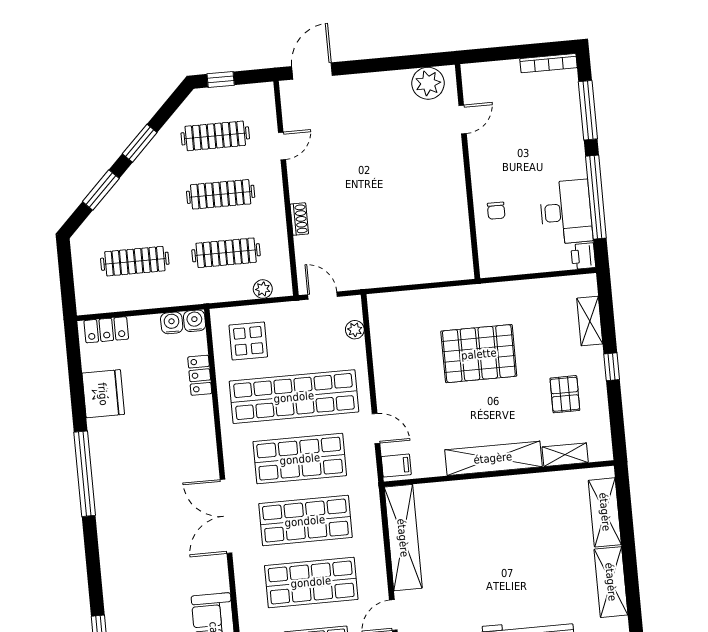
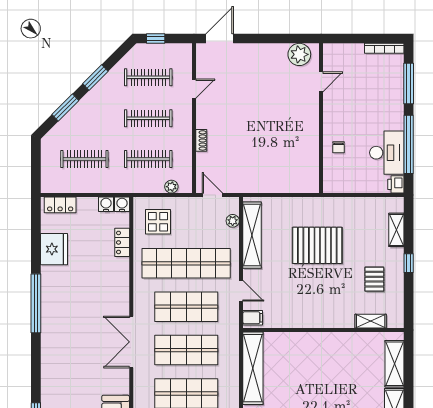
shelving: (493, 458) -> (252, 235), moved, turned 90

